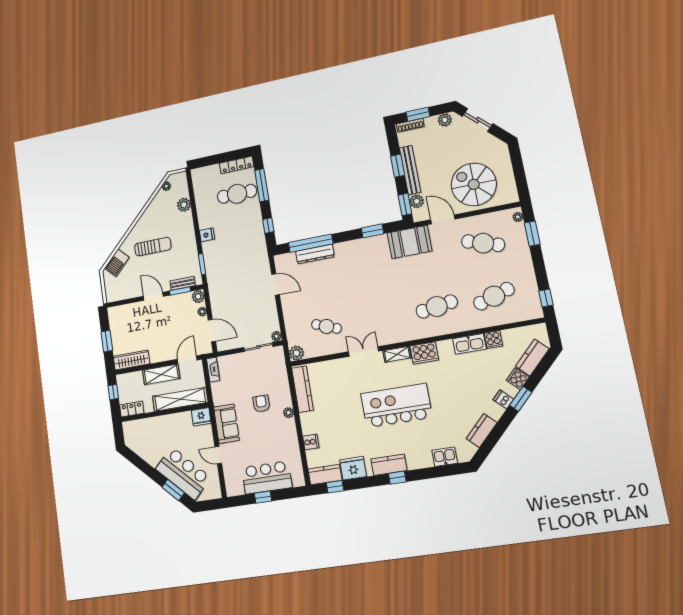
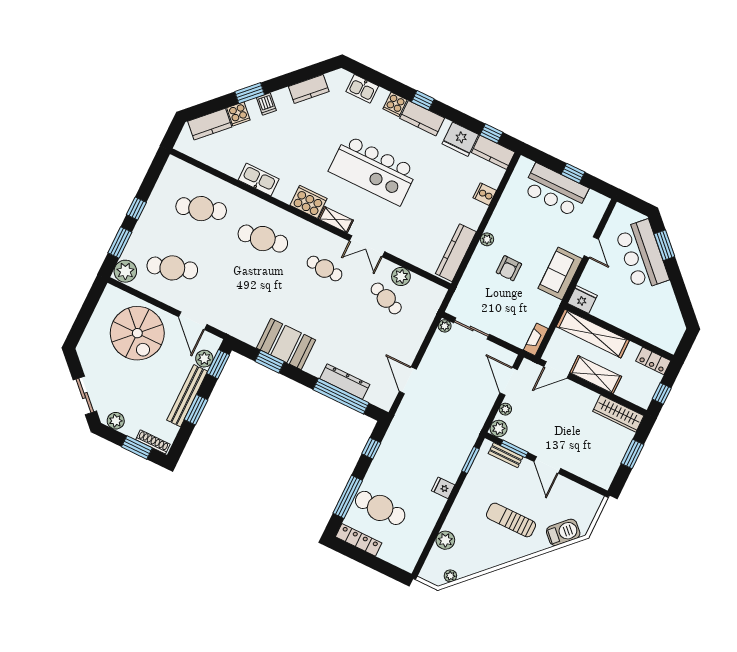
plant: (518, 217) -> (125, 271), width x1.87, depth x1.87
booth: (410, 242) -> (286, 344), moved
cafe table: (483, 243) -> (172, 268), turned -36
window: (546, 298) -> (136, 209), moved
cafe table: (381, 317) -> (325, 269), added
cooker: (493, 340) -> (395, 104), moved, turned 180
plant: (296, 353) -> (401, 276), moved

